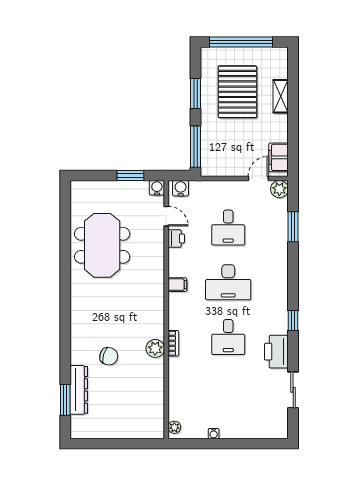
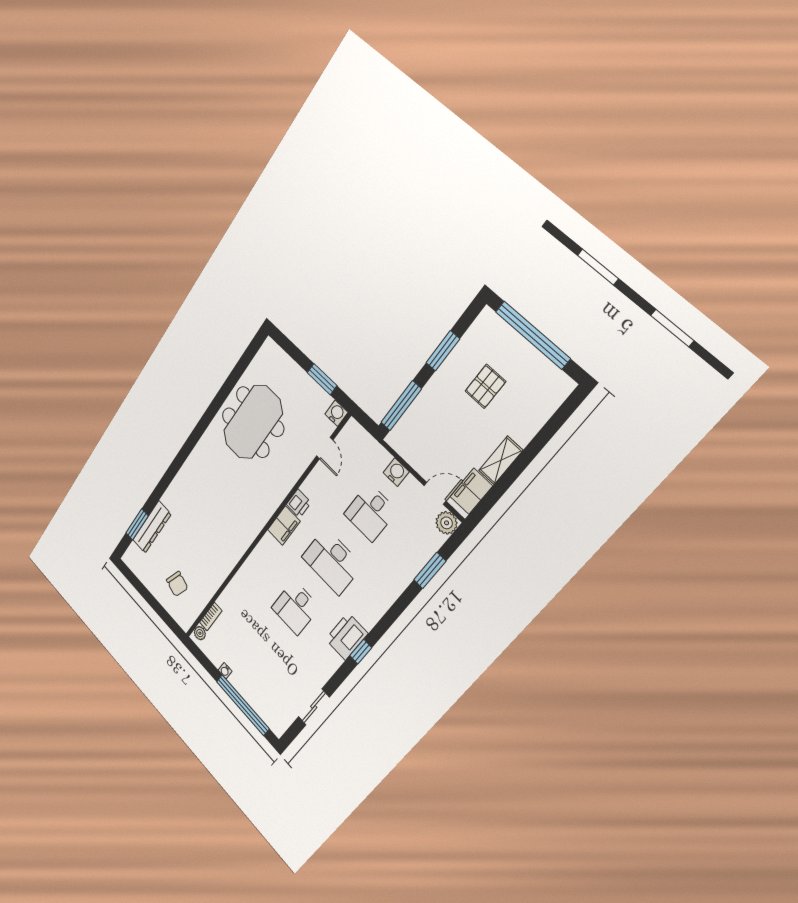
pallet: (237, 92) -> (485, 386), width x0.49, depth x0.50
shelving: (281, 96) -> (501, 460), moved
water cooler: (181, 188) -> (396, 472), moved
printer: (176, 238) -> (299, 503), moved
filing cabinet: (177, 285) -> (284, 525), width x2.00
bookcase: (173, 343) -> (211, 617), moved
plant: (155, 348) -> (231, 555), removed
printer: (276, 352) -> (347, 636), moved
chair: (109, 356) -> (177, 584), moved
window: (245, 444) -> (243, 705), added

